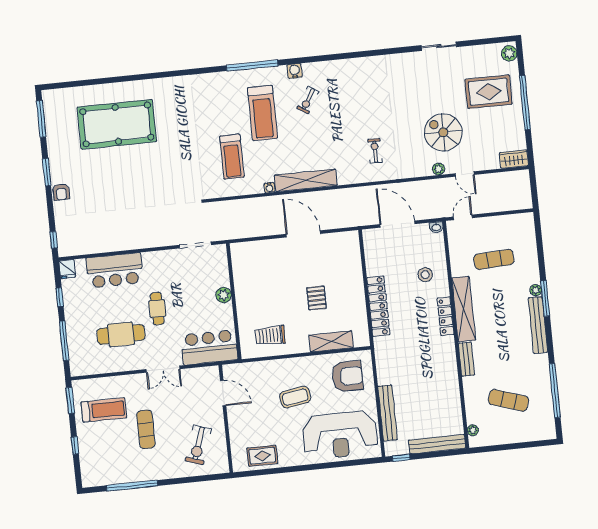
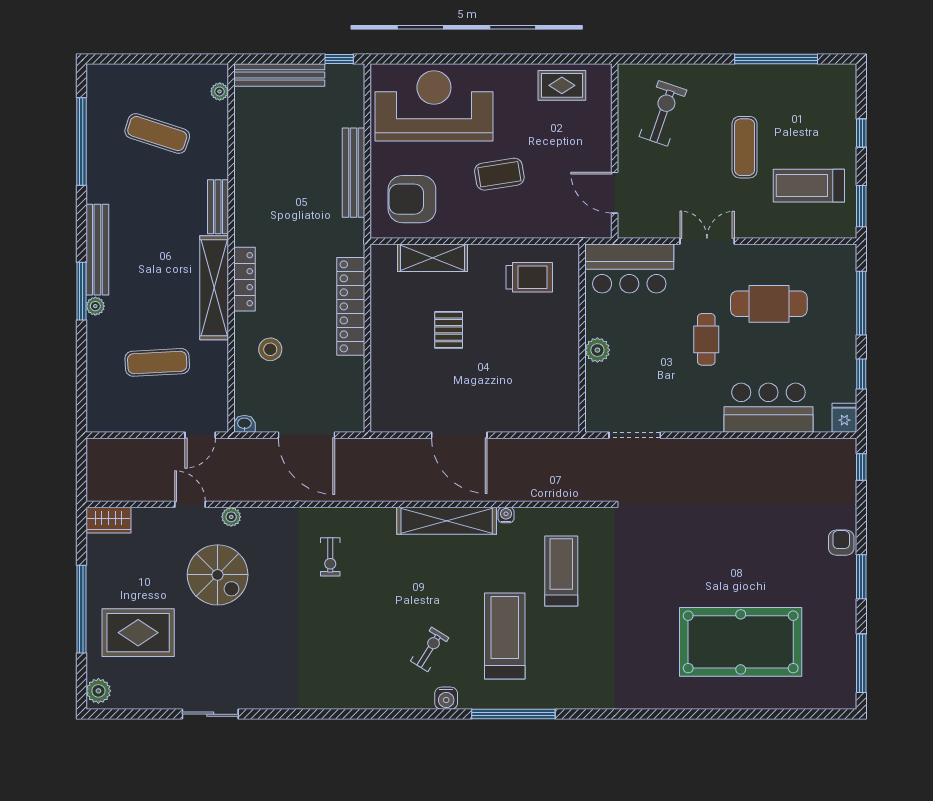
bench: (388, 413) -> (353, 173), moved

